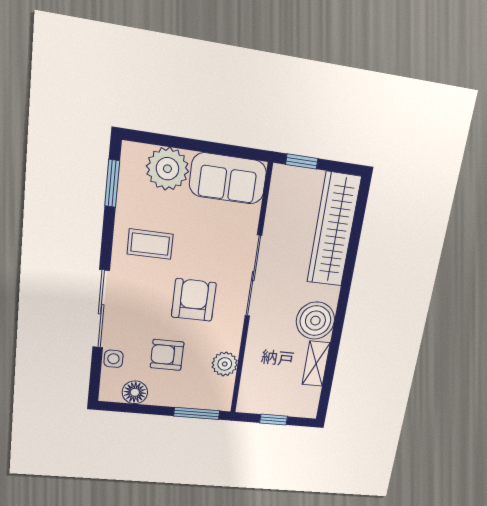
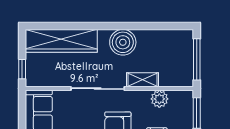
shelving: (316, 364) -> (143, 80), moved
window: (273, 420) -> (197, 59), width x2.17

